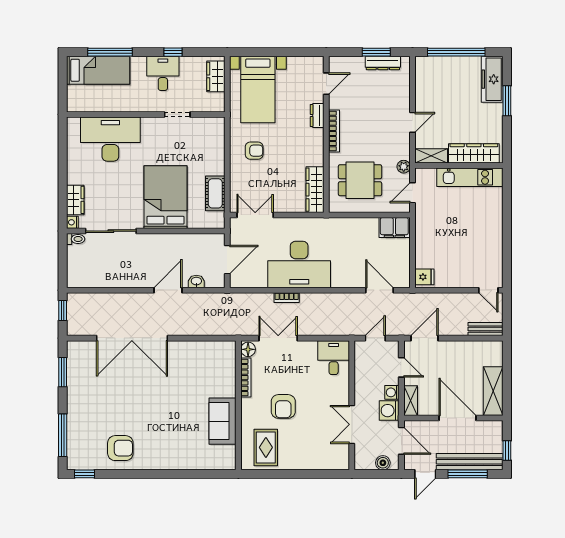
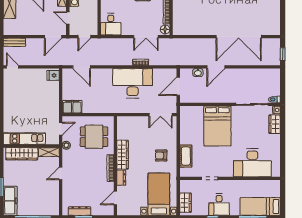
wardrobe: (315, 190) -> (123, 155), moved
cot: (215, 193) -> (186, 156), moved
double door: (132, 338) -> (239, 37), swing flipped
window: (63, 372) -> (283, 15), removed

